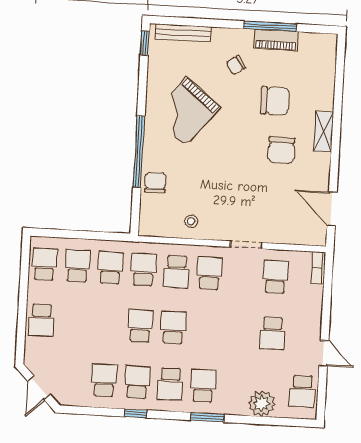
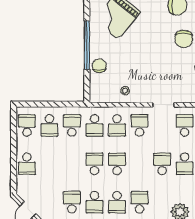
school desk: (77, 266) -> (49, 125), turned 180
school desk: (143, 270) -> (94, 125), turned 180
school desk: (239, 331) -> (162, 164), added
school desk: (137, 382) -> (94, 202), turned 180

